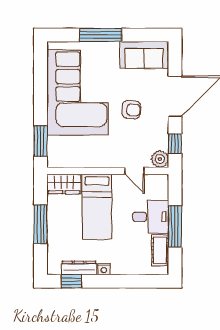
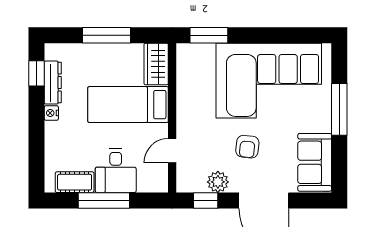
plant: (160, 159) -> (218, 182), moved

